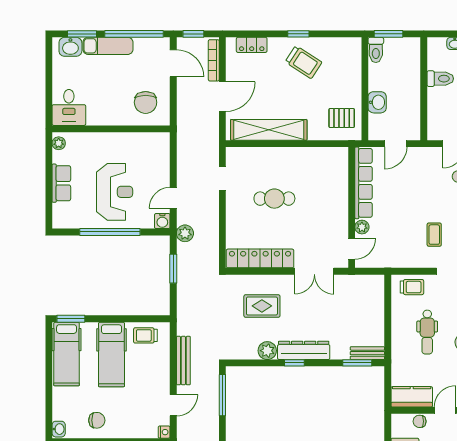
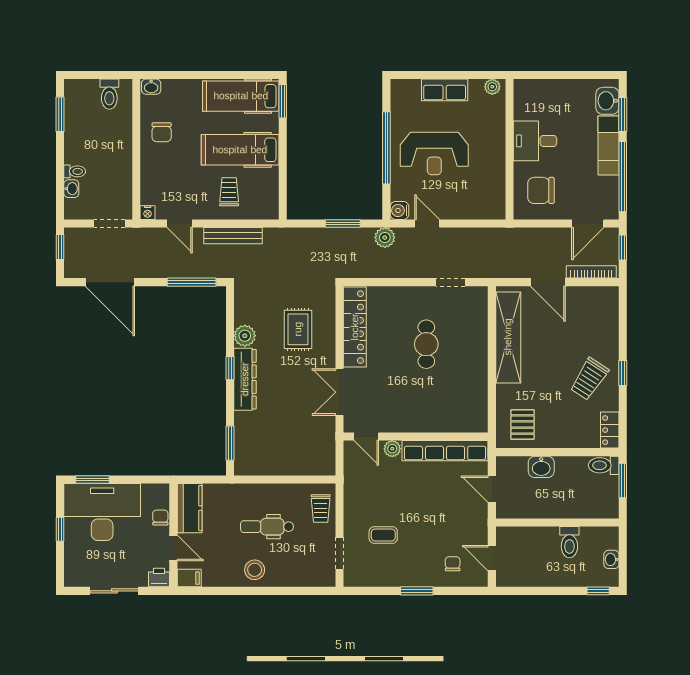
locker: (252, 45) -> (610, 430), moved
desk: (69, 107) -> (535, 141), moved
trolley: (145, 335) -> (229, 192), moved
bench: (367, 353) -> (242, 455), removed

